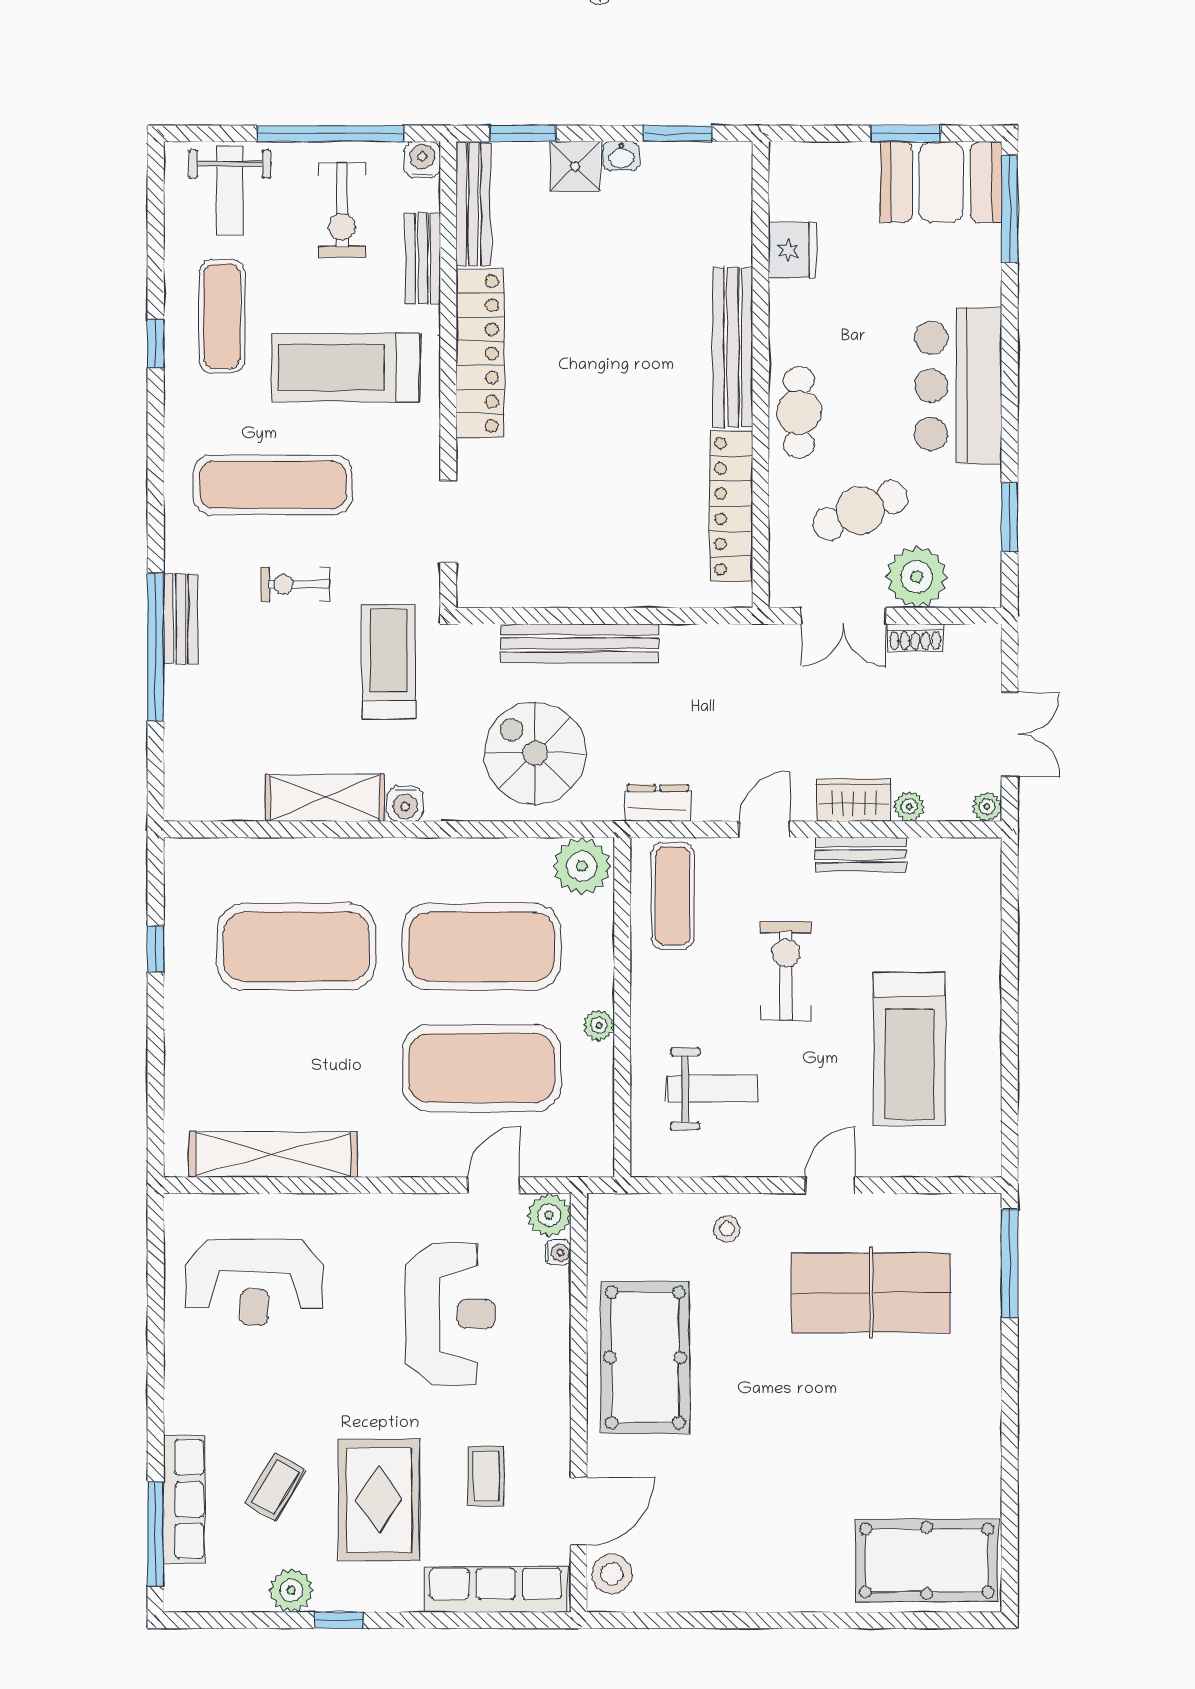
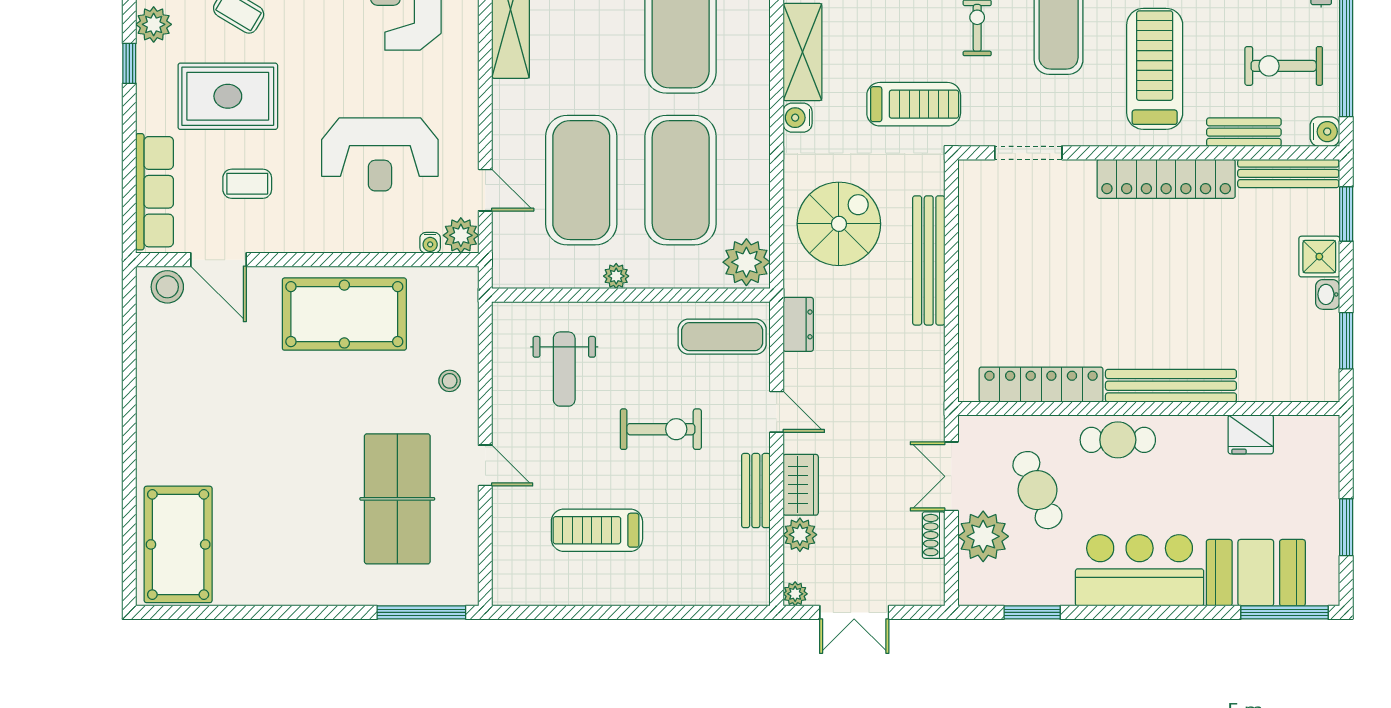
booth: (941, 182) -> (1256, 573), moved, turned 90
plant: (909, 806) -> (800, 535), width x1.38, depth x1.38
treadmill: (909, 1049) -> (597, 530), width x0.73, depth x0.73

